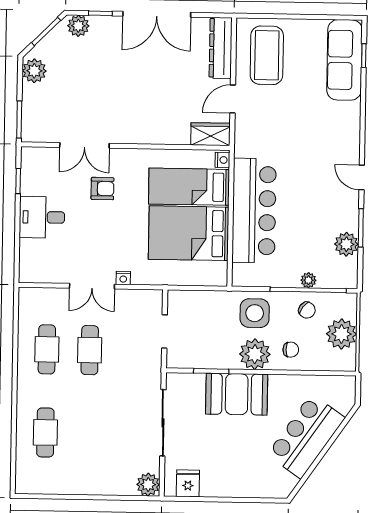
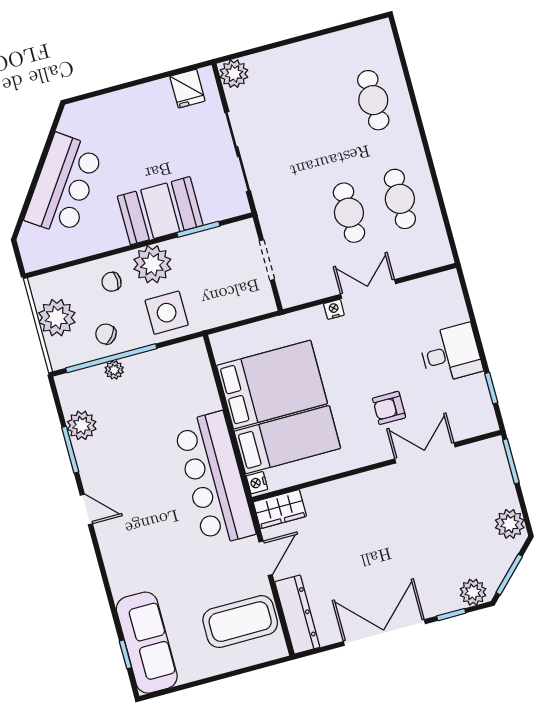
coffee table: (267, 55) -> (240, 622), turned 90
bar counter: (254, 210) -> (214, 479), moved

